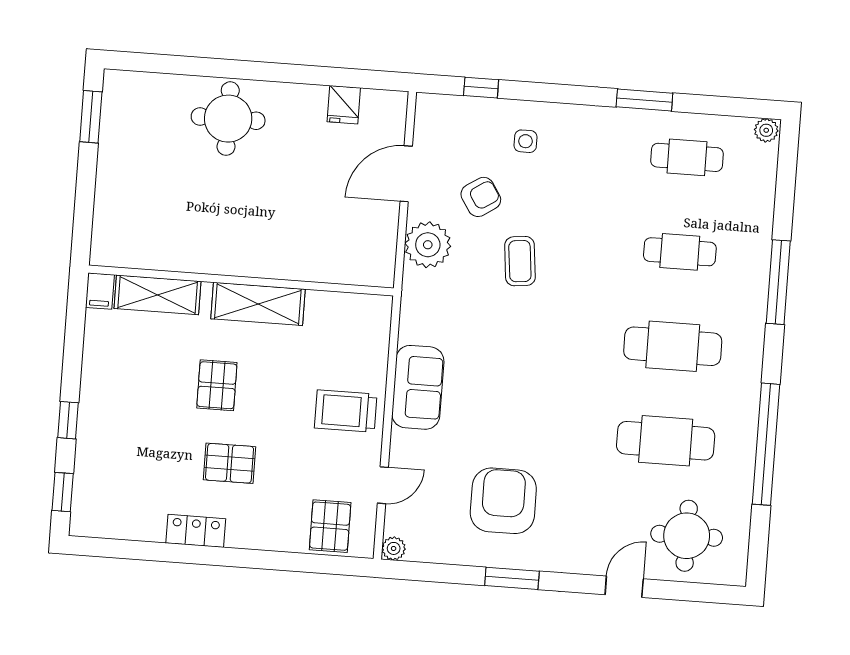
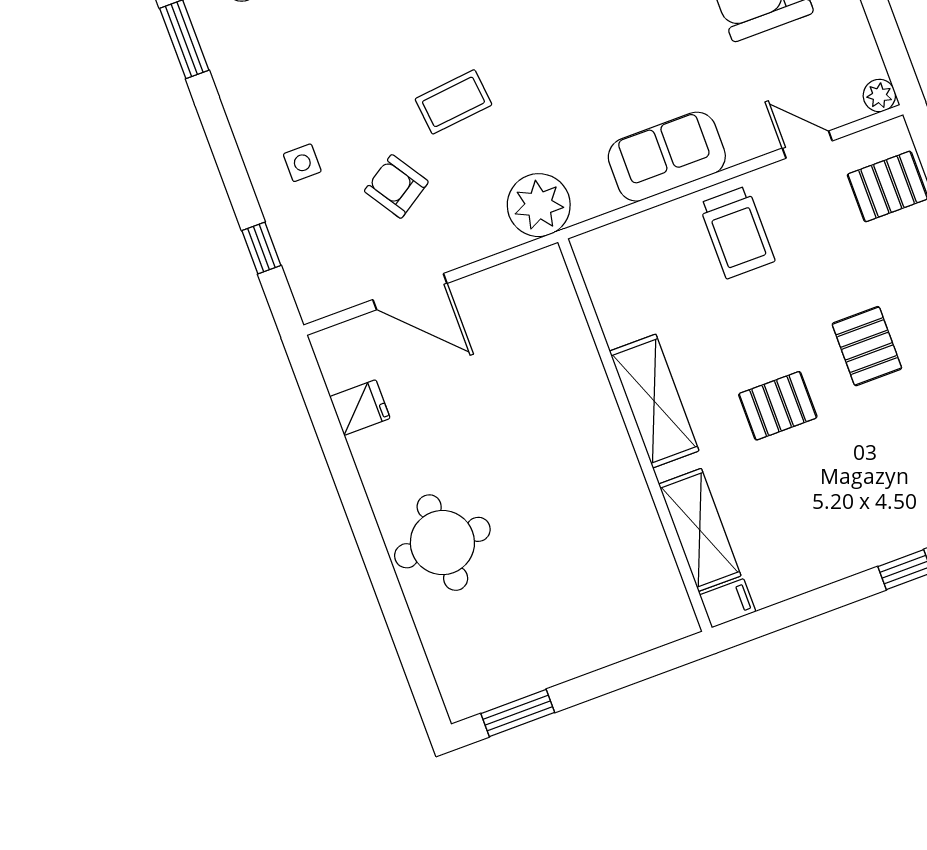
plant: (428, 245) -> (539, 205), moved

